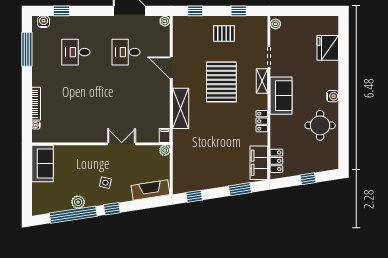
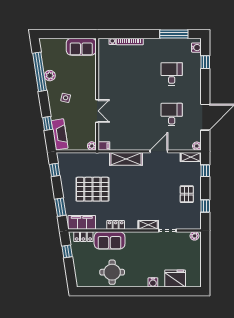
shelving: (178, 29) -> (191, 157), added
pallet: (221, 82) -> (92, 189), moved
sofa: (281, 96) -> (110, 240), moved
water cooler: (333, 96) -> (153, 282), moved
window: (308, 179) -> (67, 251), moved
window: (112, 209) -> (48, 123), moved

